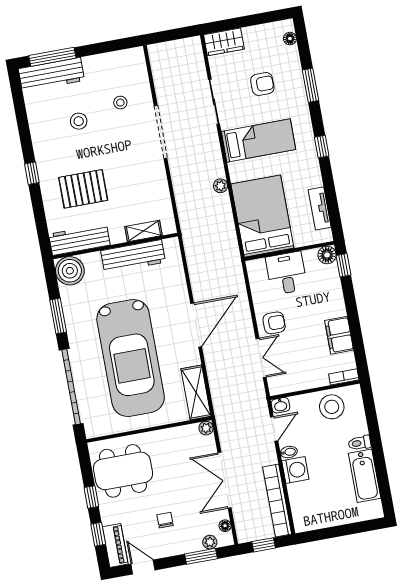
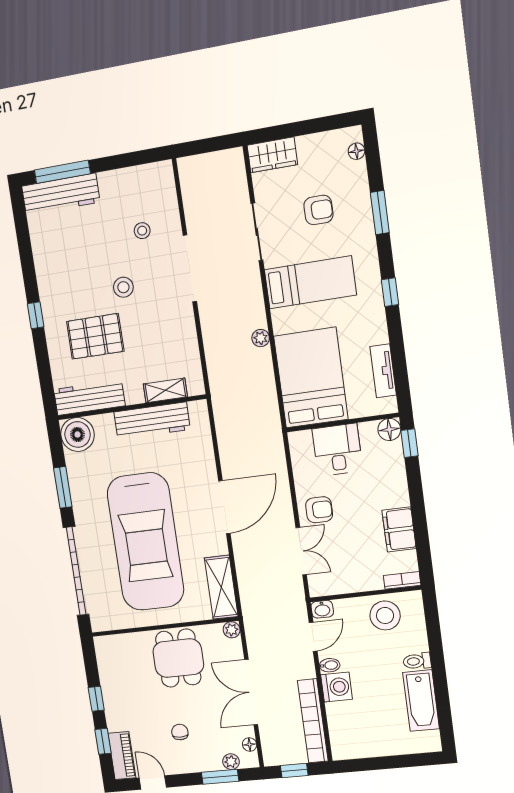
stool: (79, 121) -> (123, 287), moved
dining table: (123, 471) -> (178, 658), moved, width x0.73

